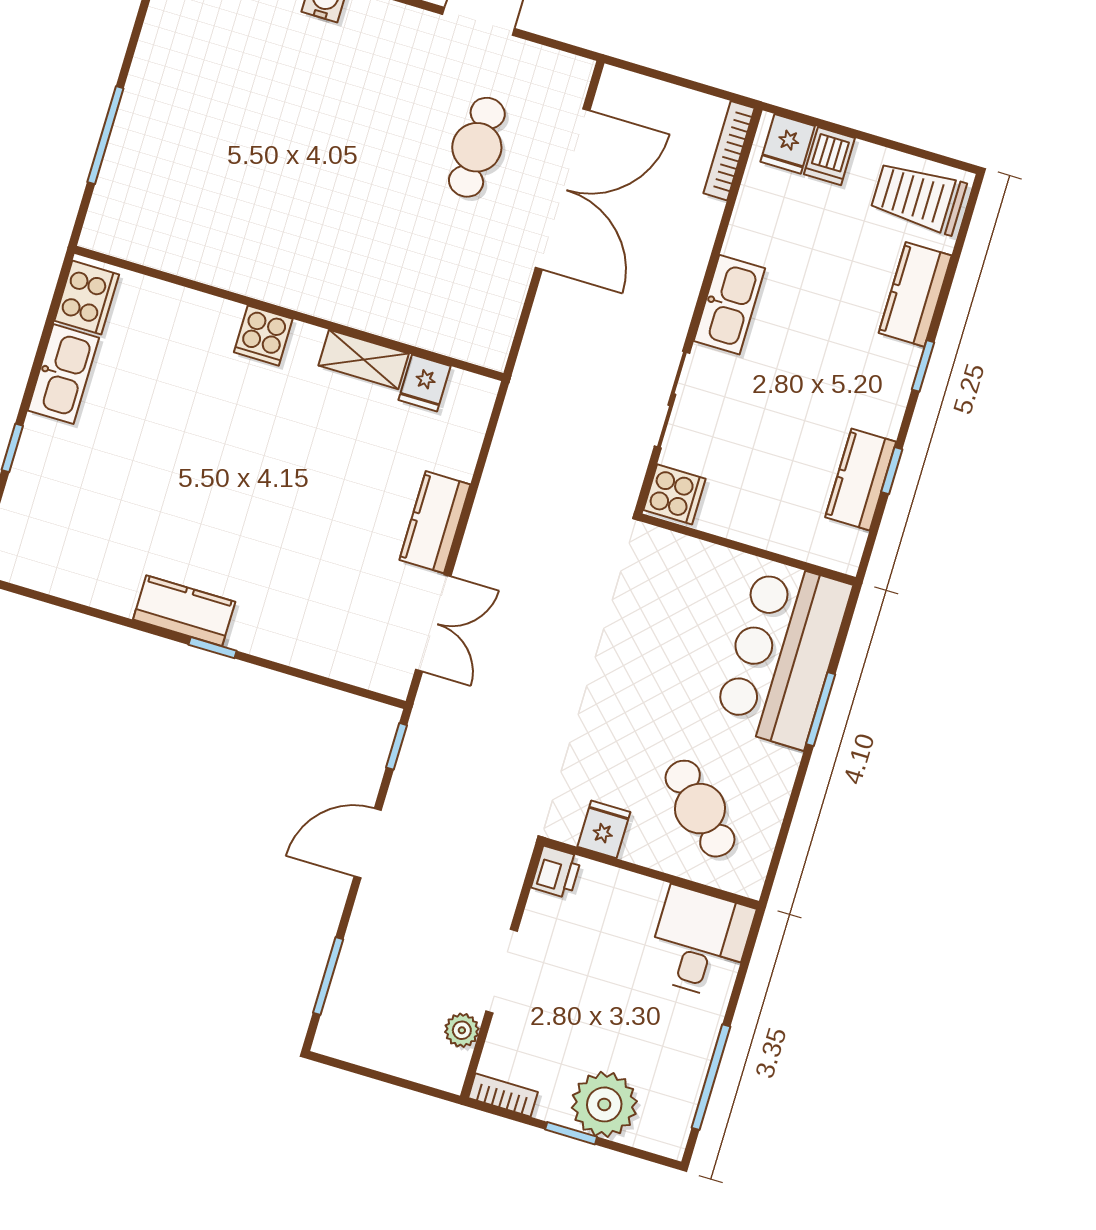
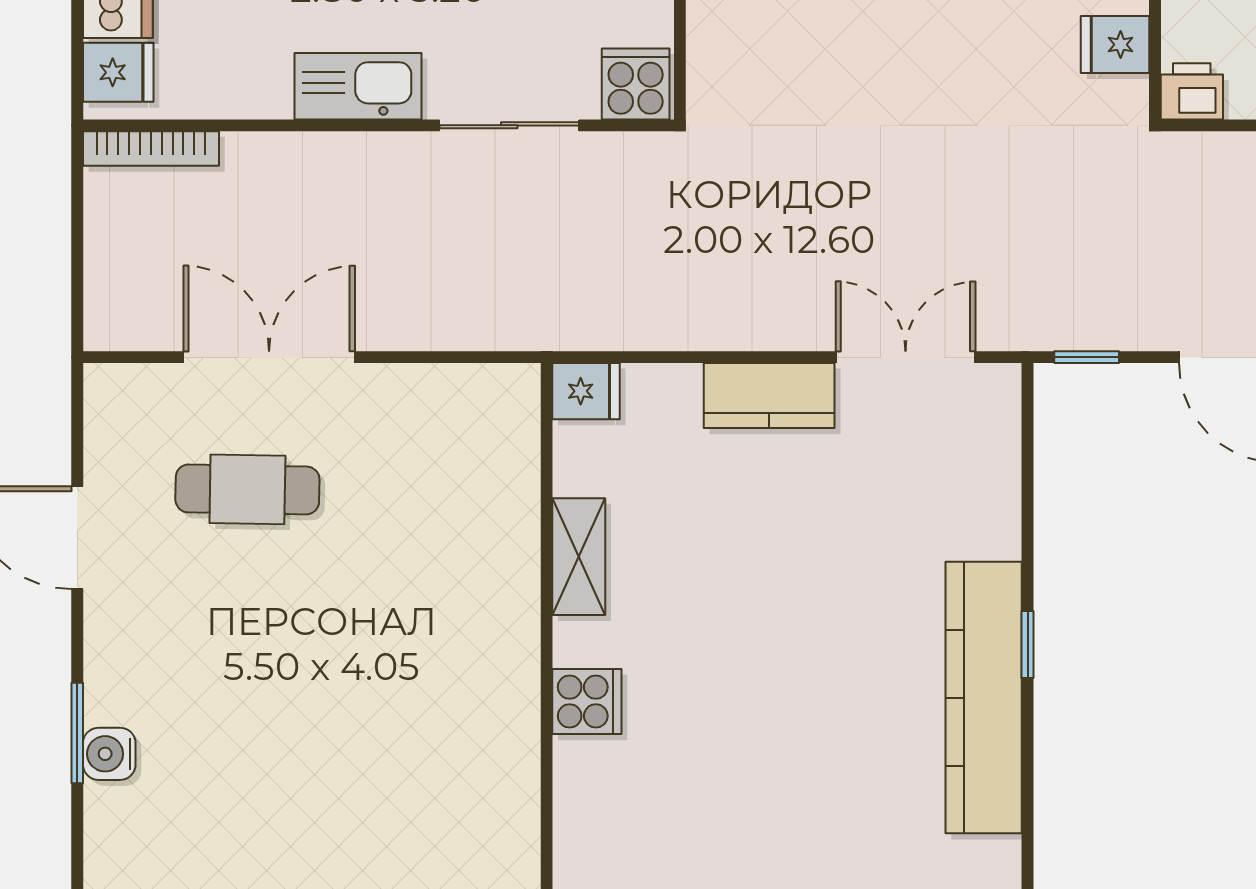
double door: (563, 189) -> (269, 357), width x0.73
fridge: (424, 383) -> (586, 391), moved
kitchen counter: (184, 611) -> (984, 698), width x2.08, depth x1.17

